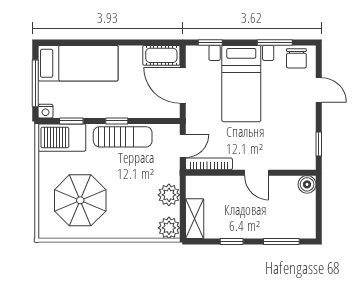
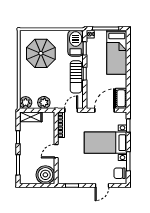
door: (183, 146) -> (71, 110), swing flipped
boiler: (307, 184) -> (45, 175), width x1.86, depth x1.86

